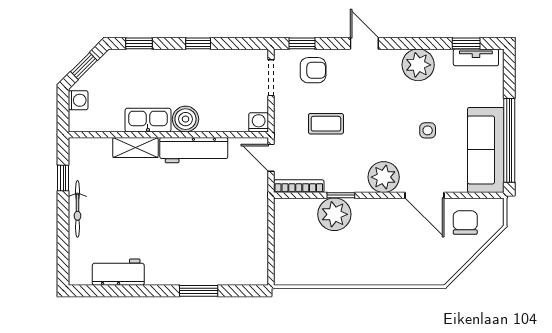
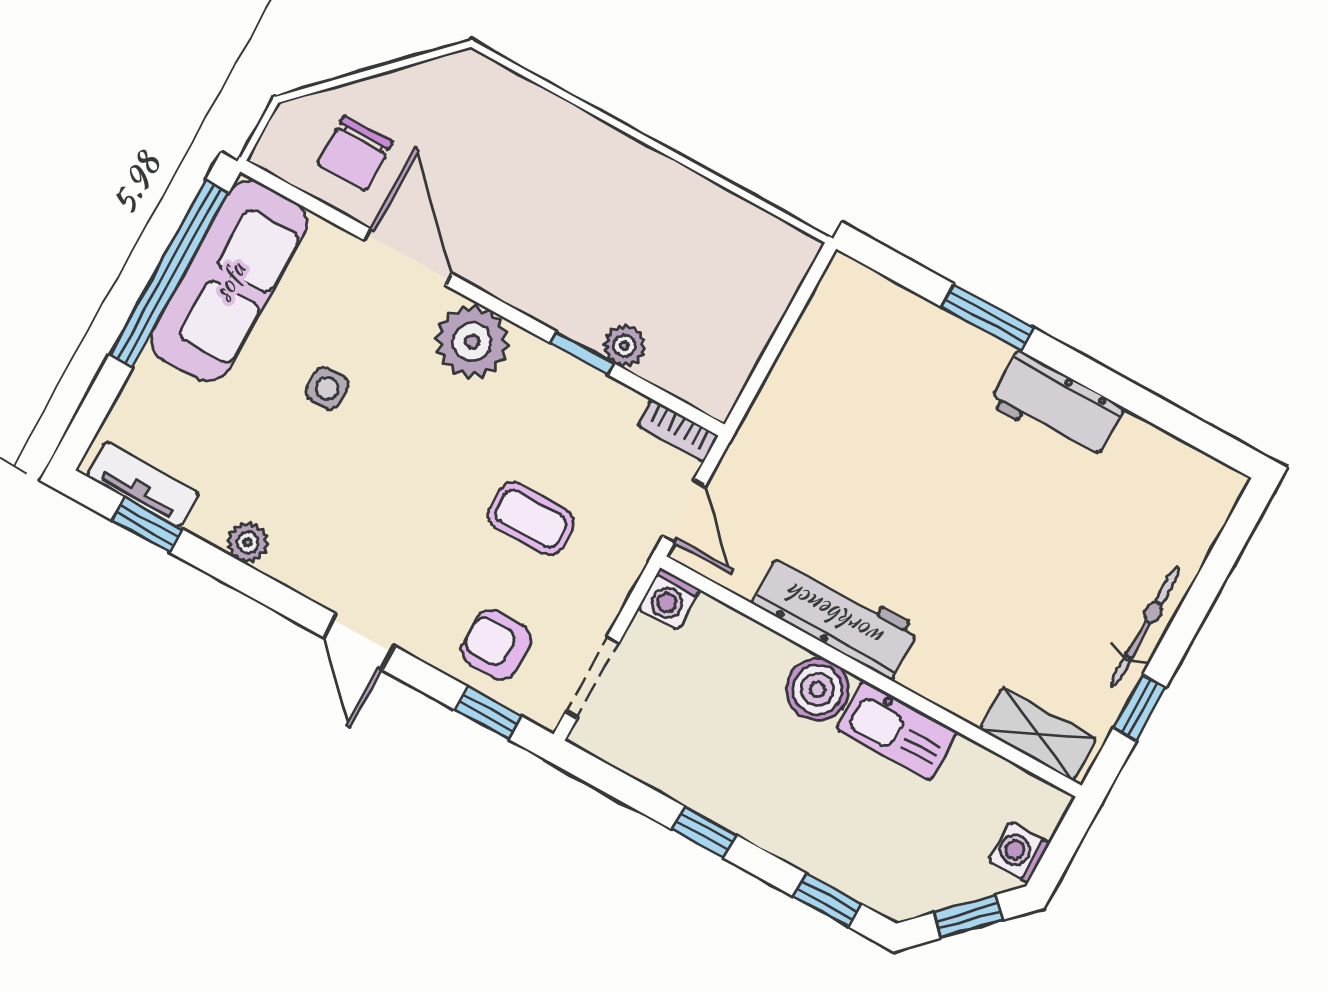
plant: (418, 65) -> (248, 542), width x0.53, depth x0.53
shelving: (135, 148) -> (1038, 734), moved
bookcase: (299, 186) -> (678, 430), width x0.64
plant: (334, 214) -> (625, 346), width x0.53, depth x0.53
workbench: (118, 272) -> (1056, 406), moved

